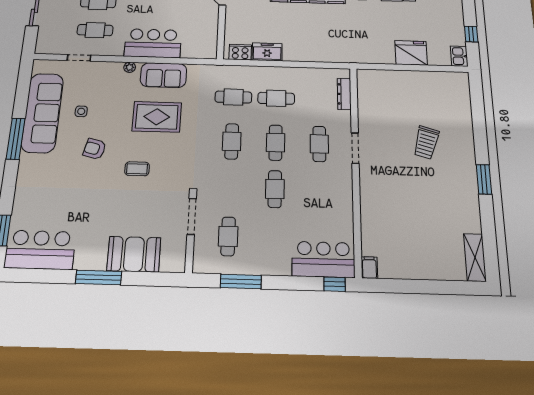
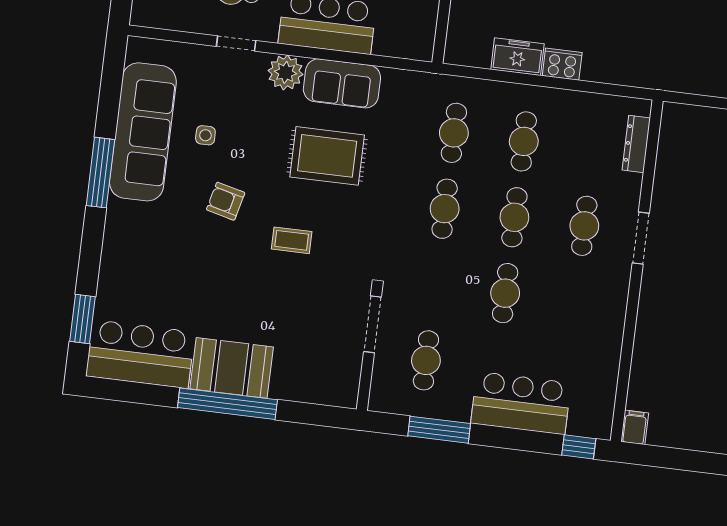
cooker: (240, 52) -> (562, 64), moved
doorway: (79, 58) -> (236, 43), moved
plant: (130, 67) -> (286, 72), width x1.88, depth x1.88
cafe table: (233, 97) -> (454, 133), turned 90
cafe table: (276, 98) -> (524, 141), turned 90
booth: (134, 254) -> (232, 368), moved
bar counter: (323, 259) -> (521, 403), moved
window: (99, 277) -> (227, 404), width x1.46

